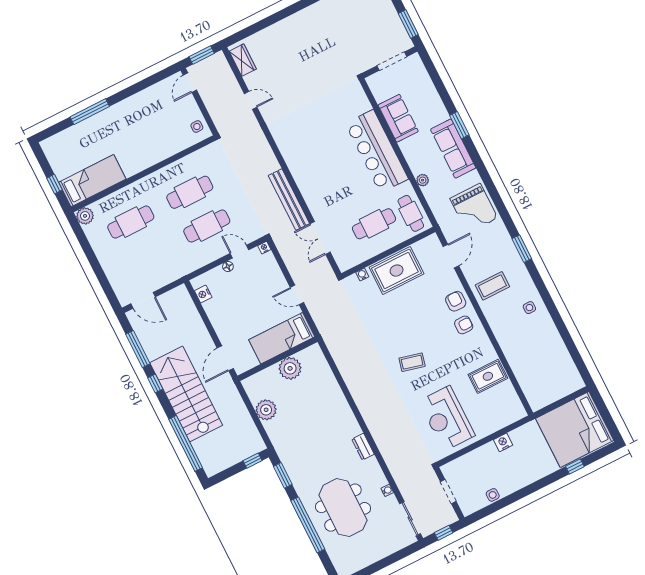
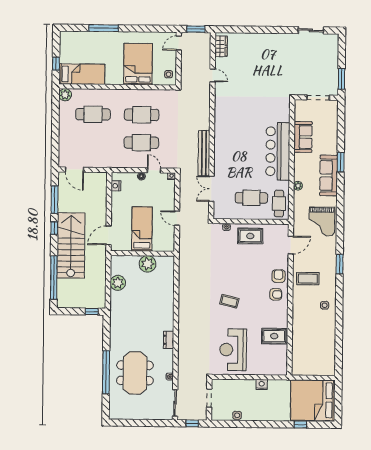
bed: (154, 134) -> (138, 64), added
rug: (397, 271) -> (250, 236), width x0.73, depth x0.70
bed: (282, 338) -> (142, 229), moved, turned 90
window: (283, 475) -> (106, 331), removed

